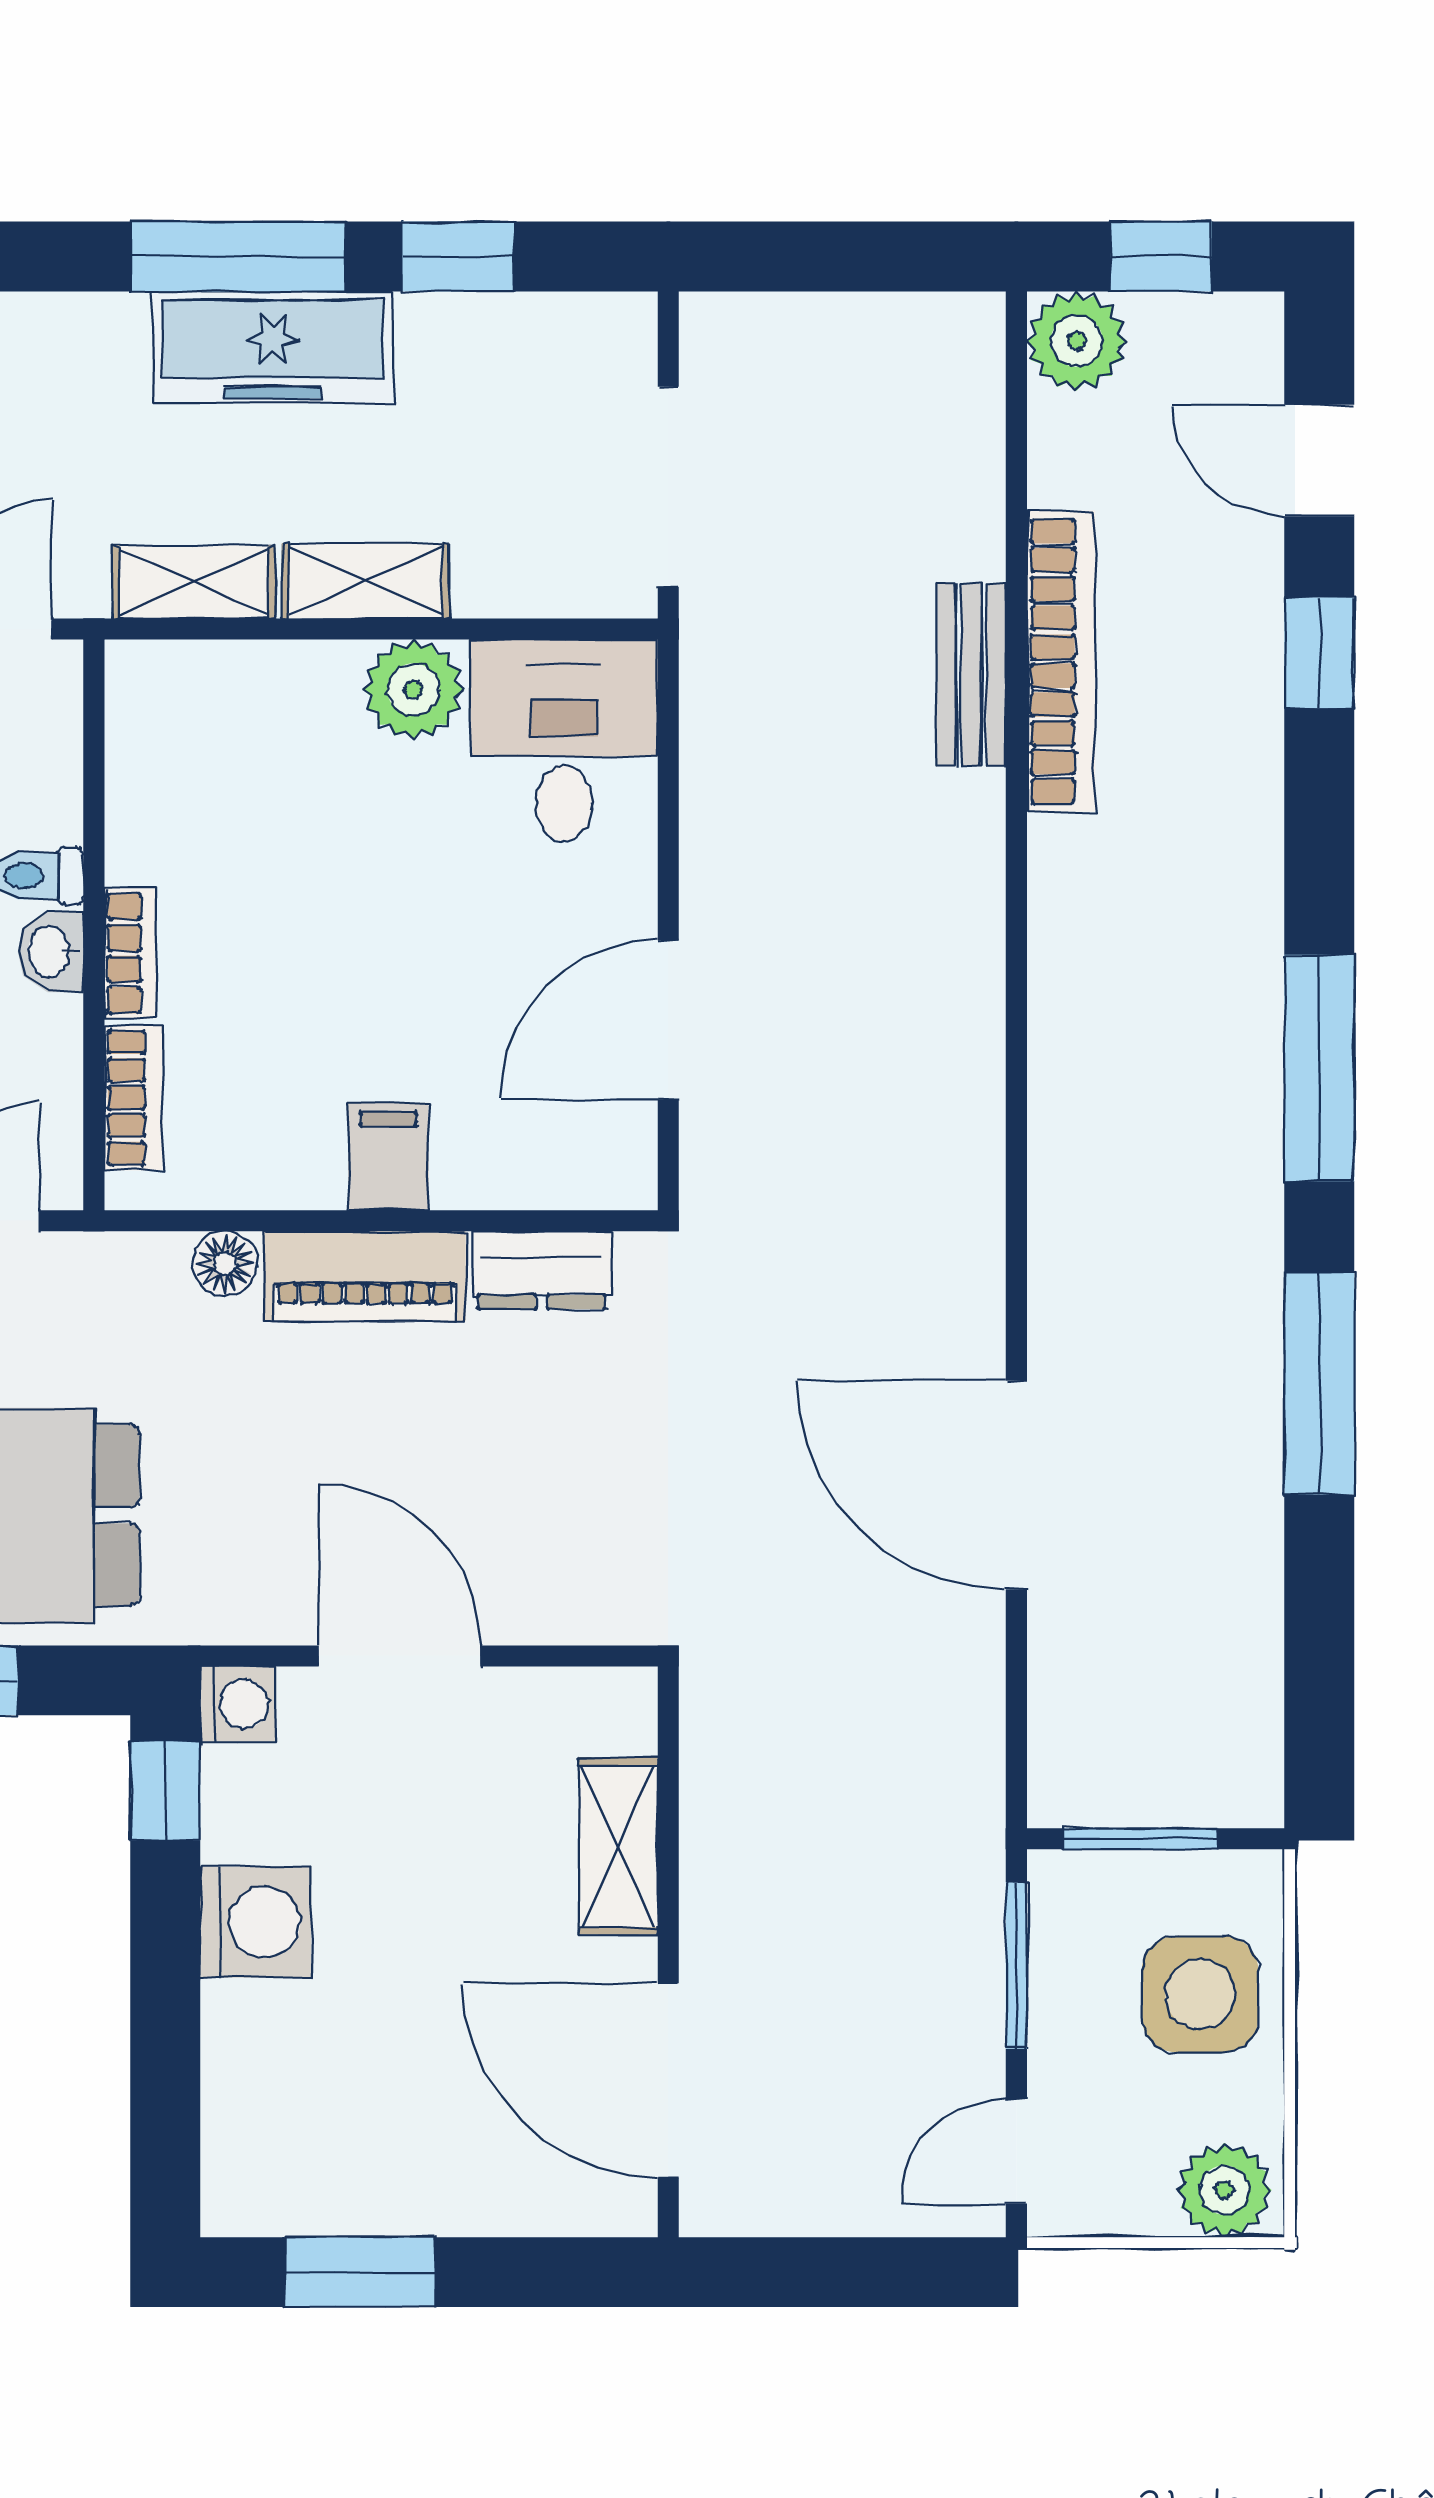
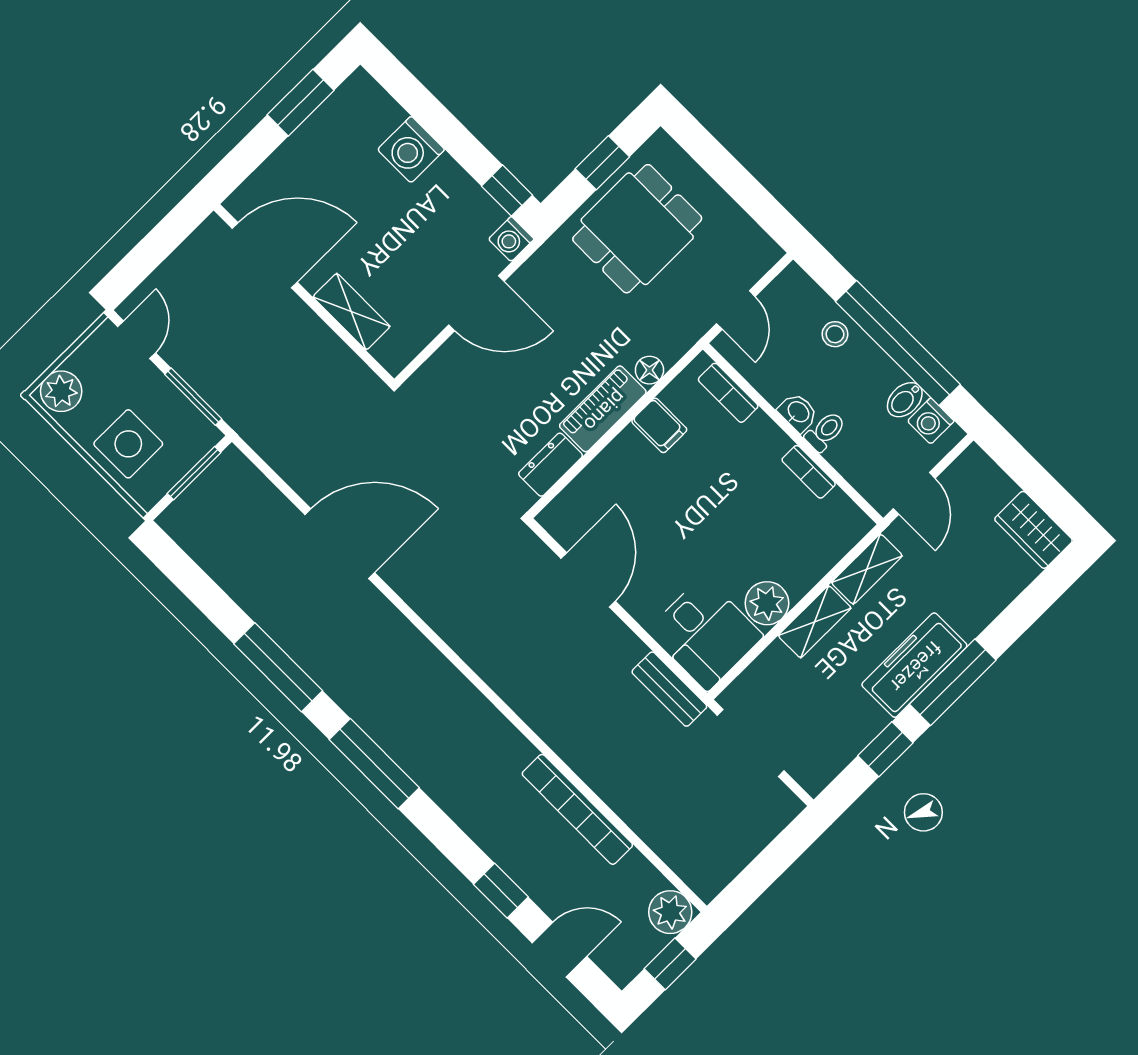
bench: (971, 675) -> (669, 689), moved
bookcase: (130, 953) -> (809, 472), moved
filing cabinet: (388, 1157) -> (659, 425), moved
washing machine: (256, 1922) -> (411, 150), moved

